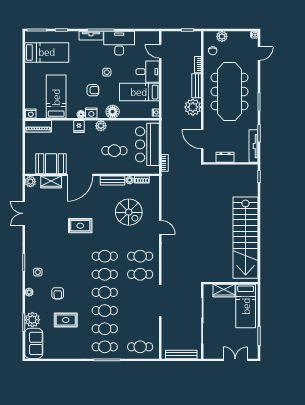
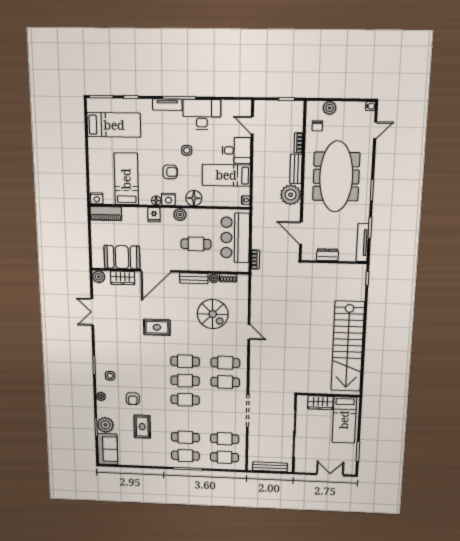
cafe table: (105, 311) -> (225, 439), moved
rug: (66, 320) -> (142, 427), turned 90

